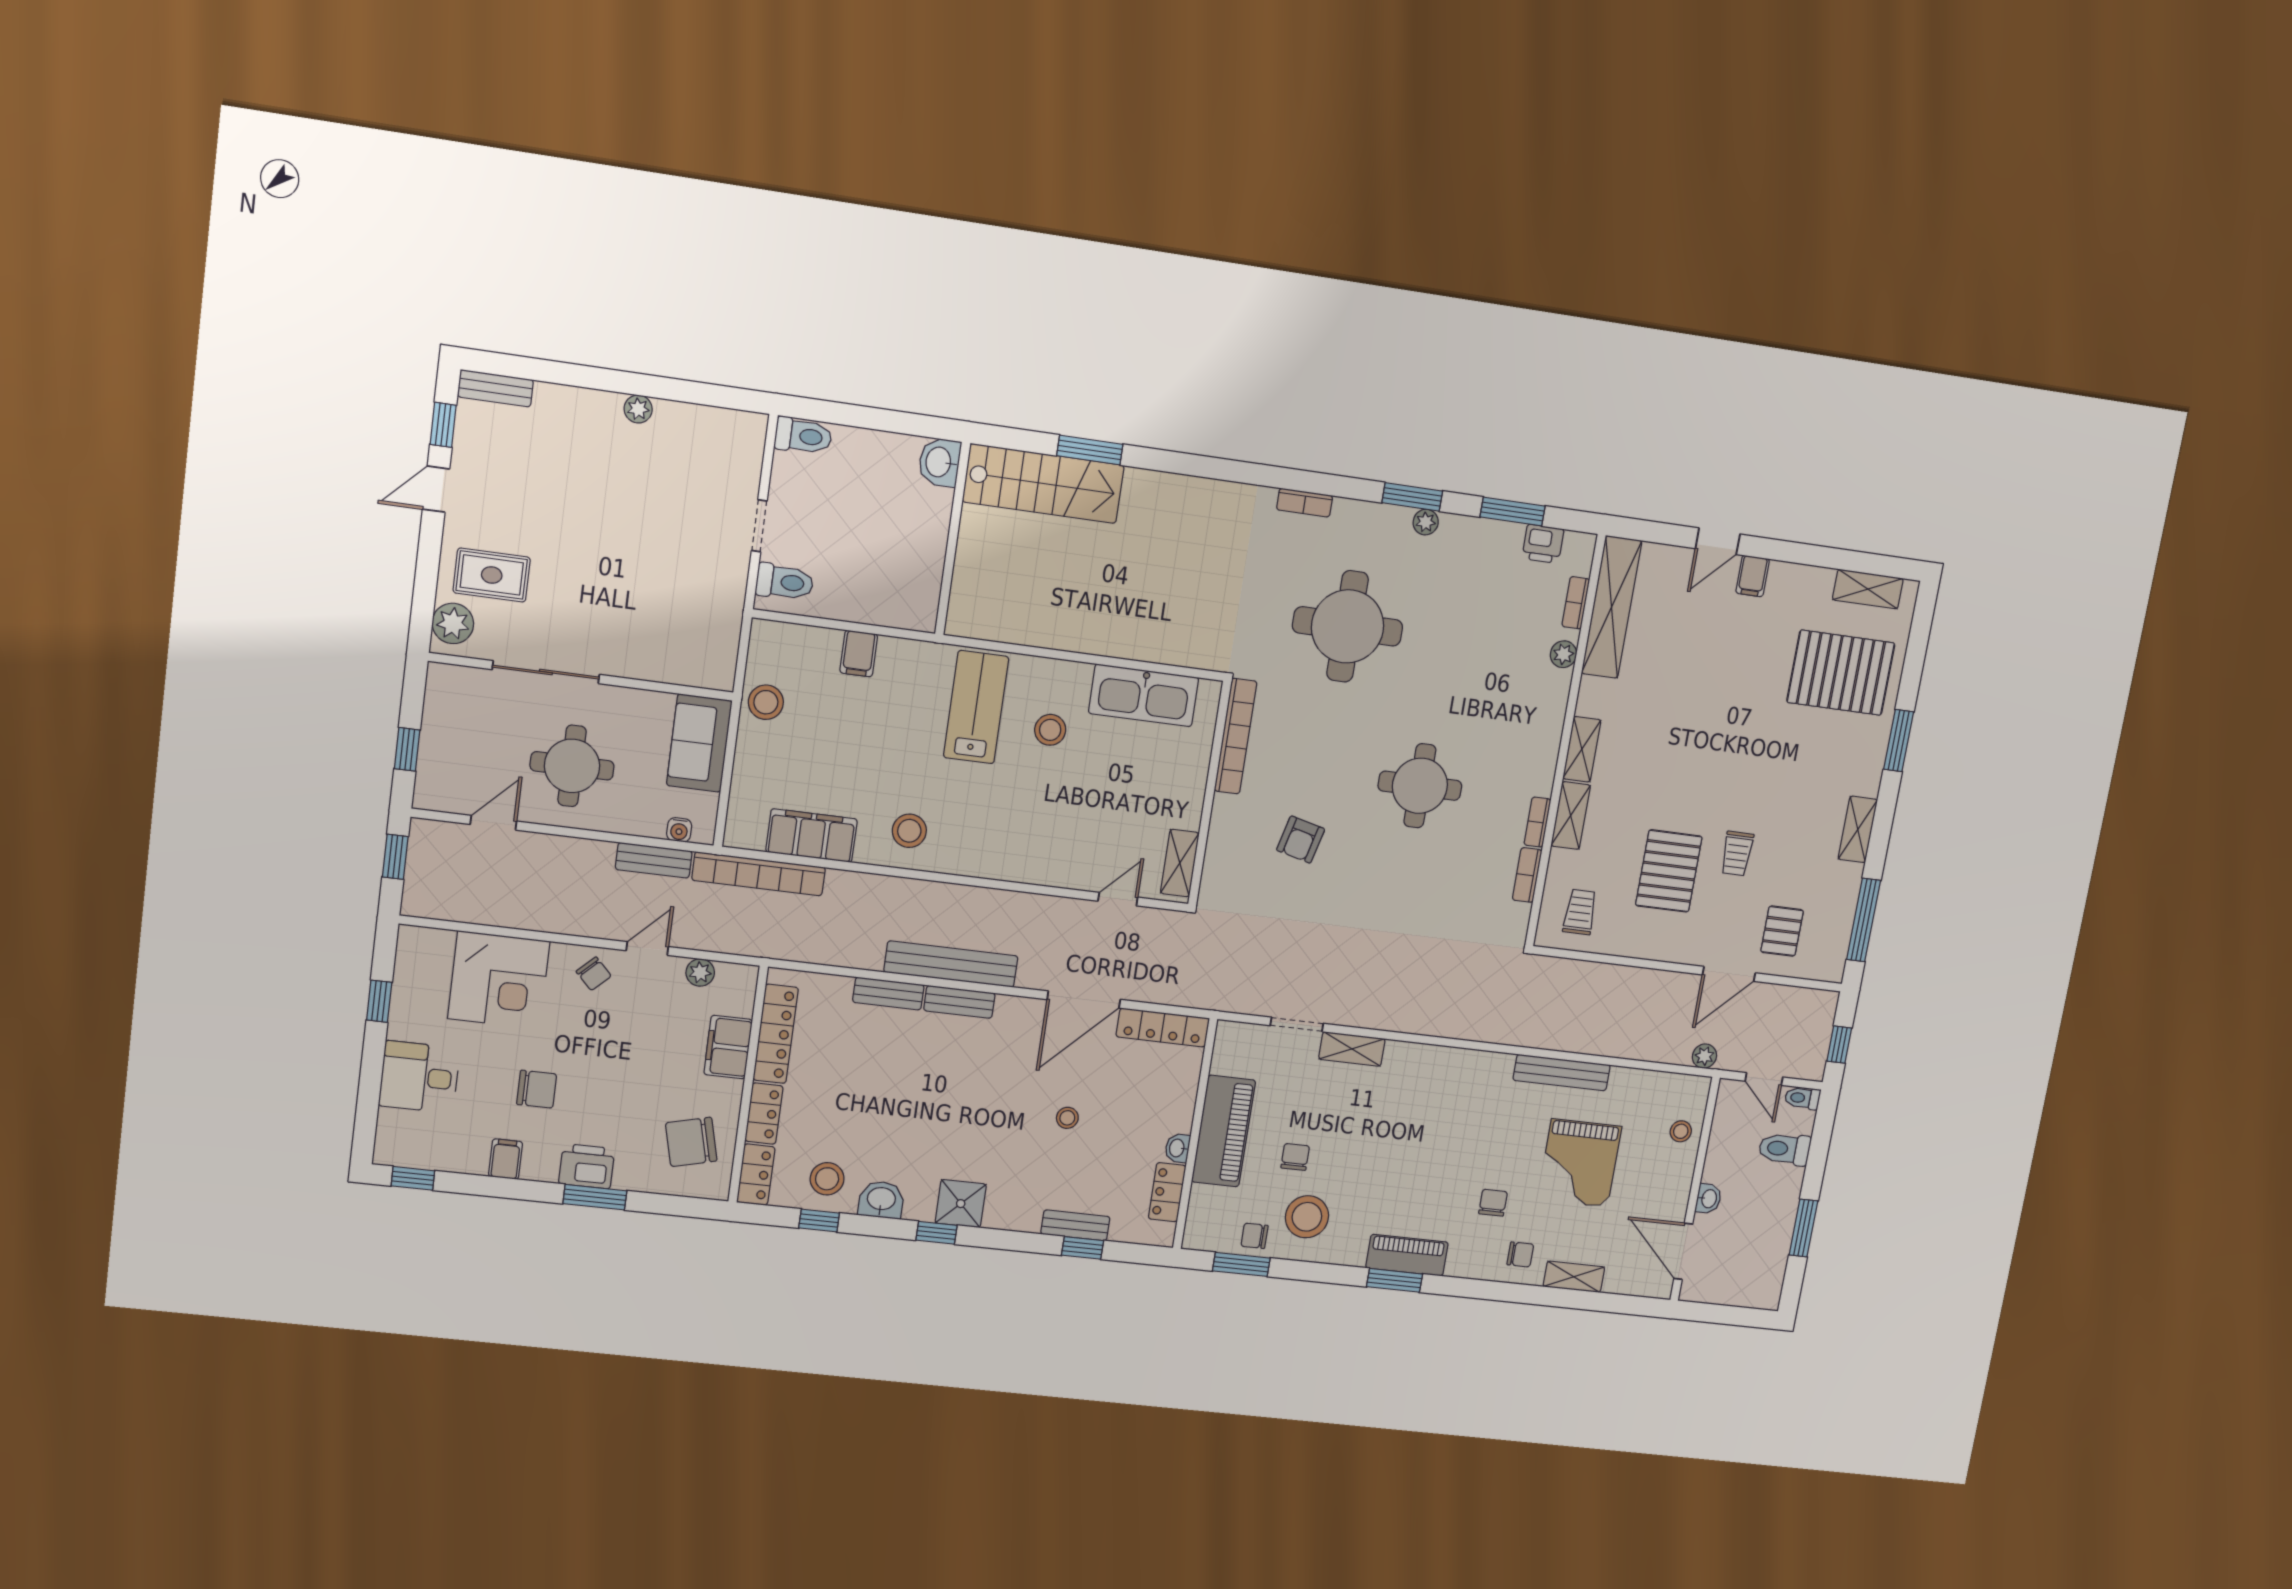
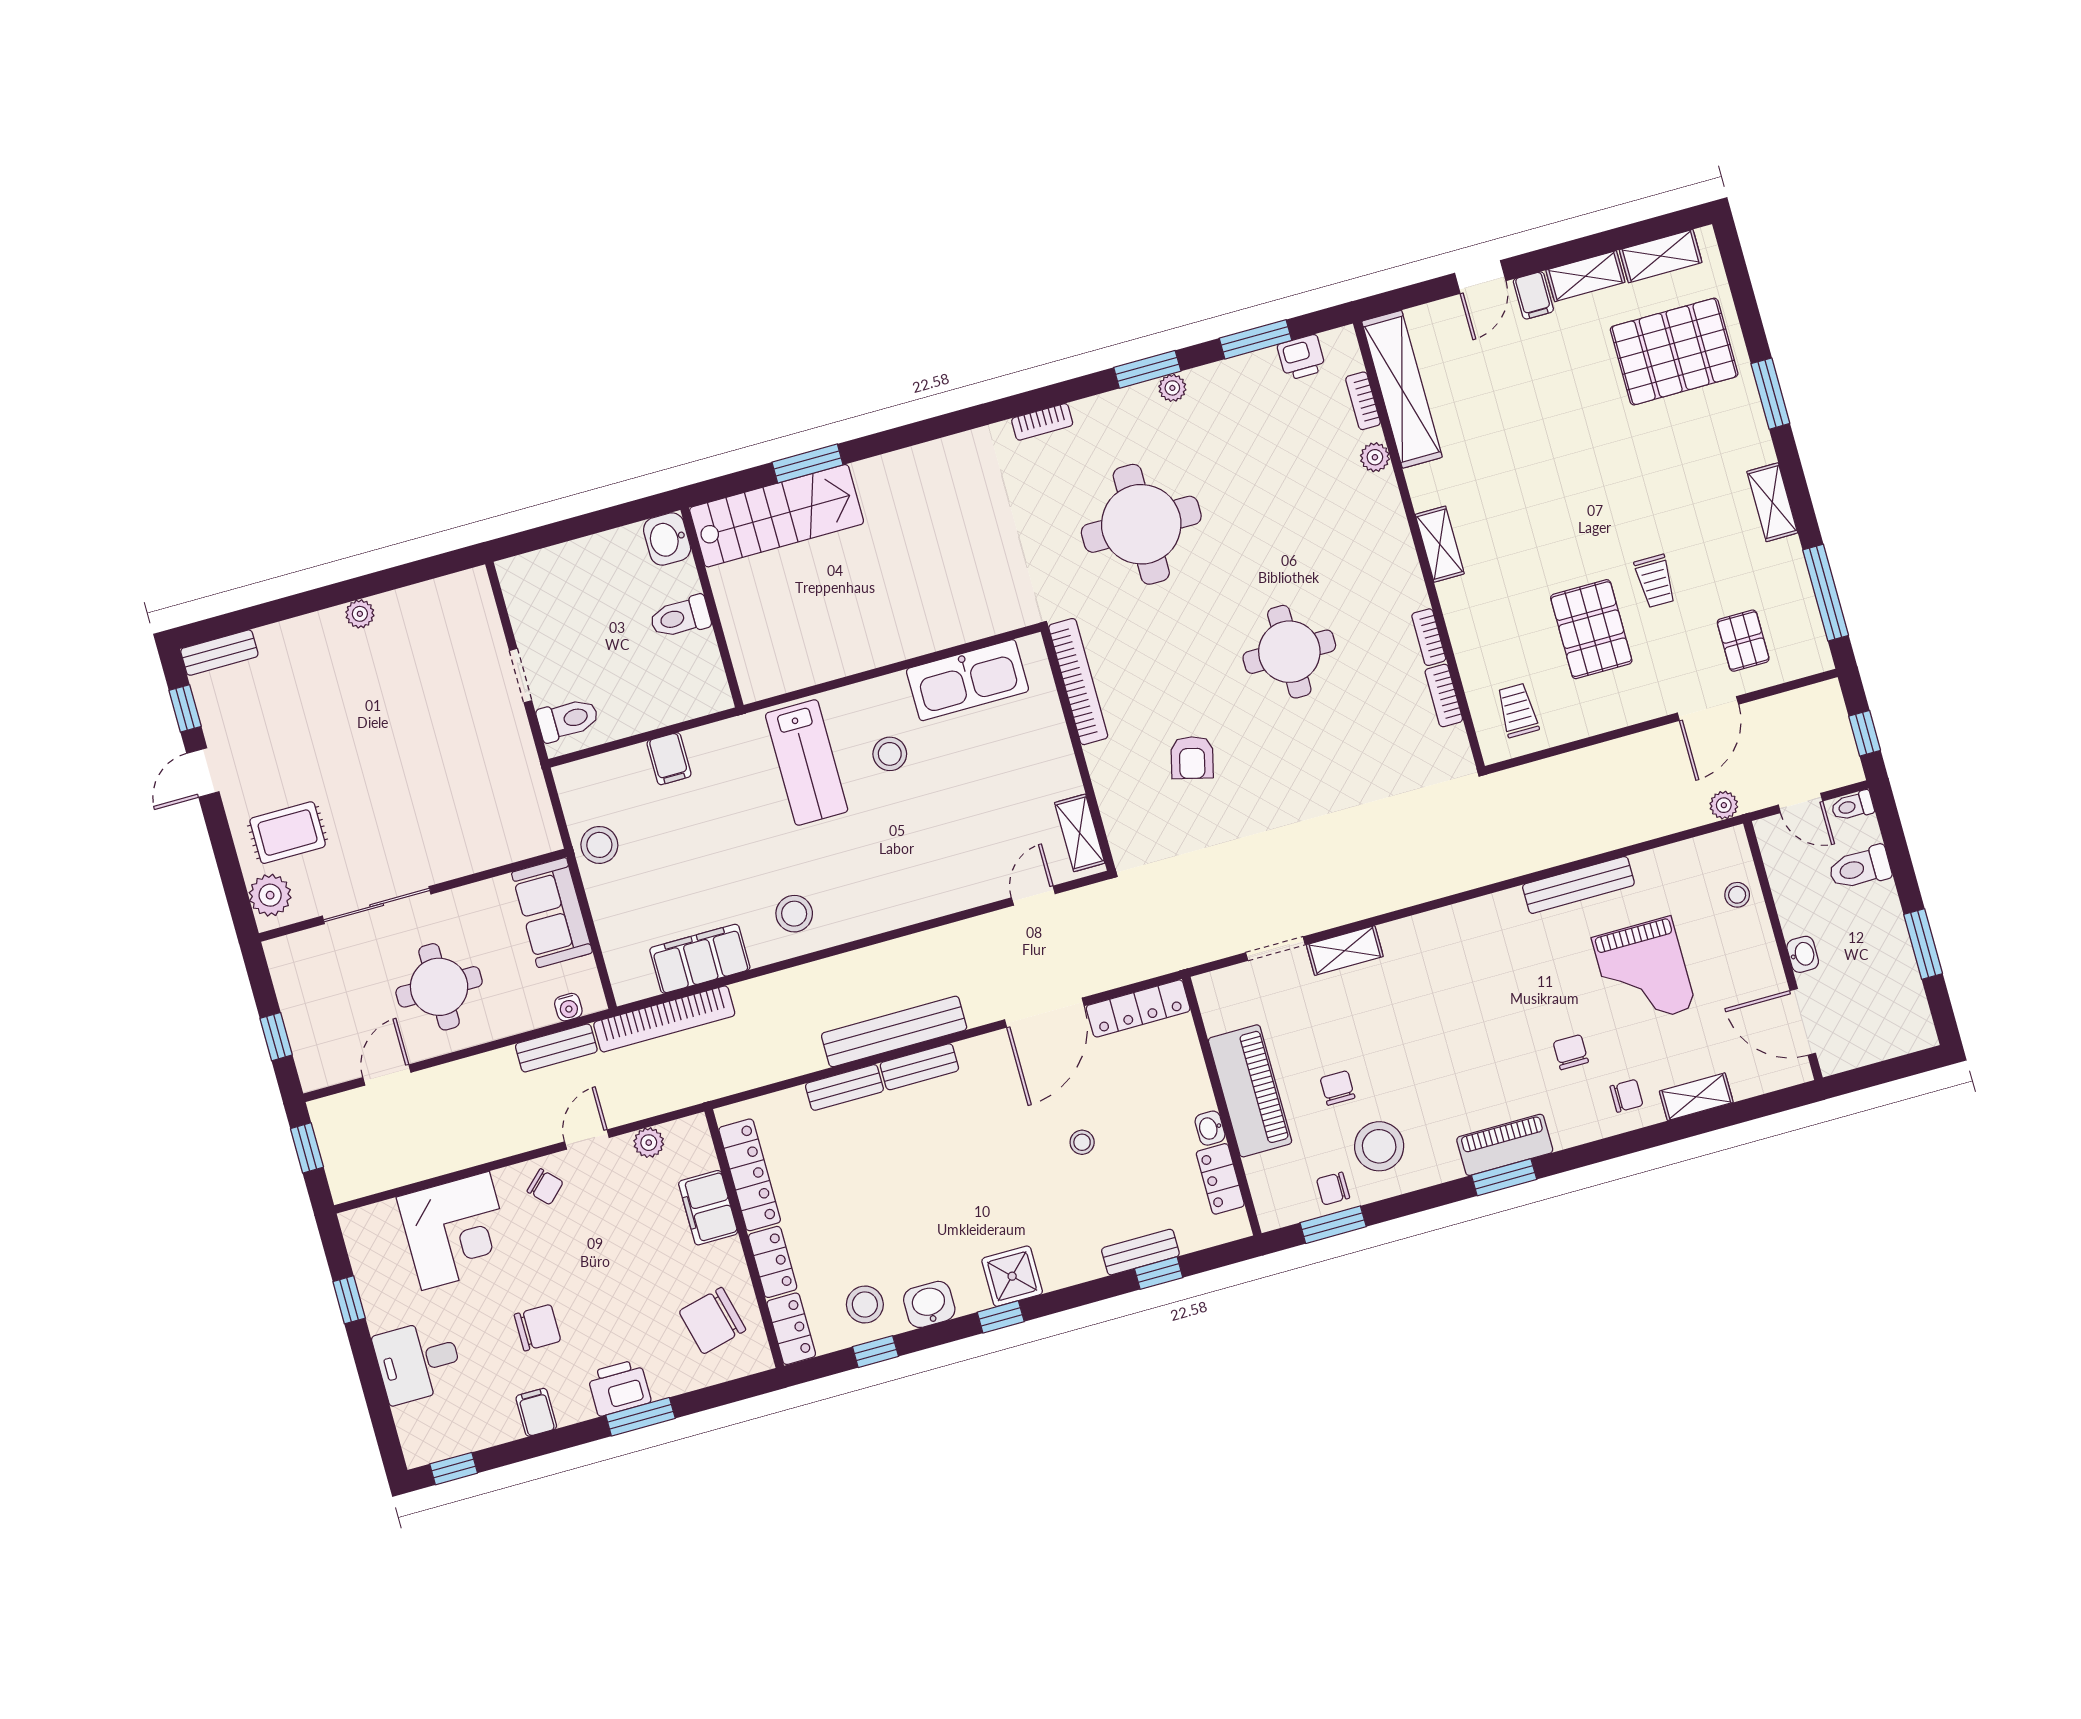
toilet: (803, 436) -> (680, 617), moved, turned 180
lab bench: (976, 707) -> (807, 763), turned 180
shelving: (1571, 816) -> (1585, 276), moved, turned 90

